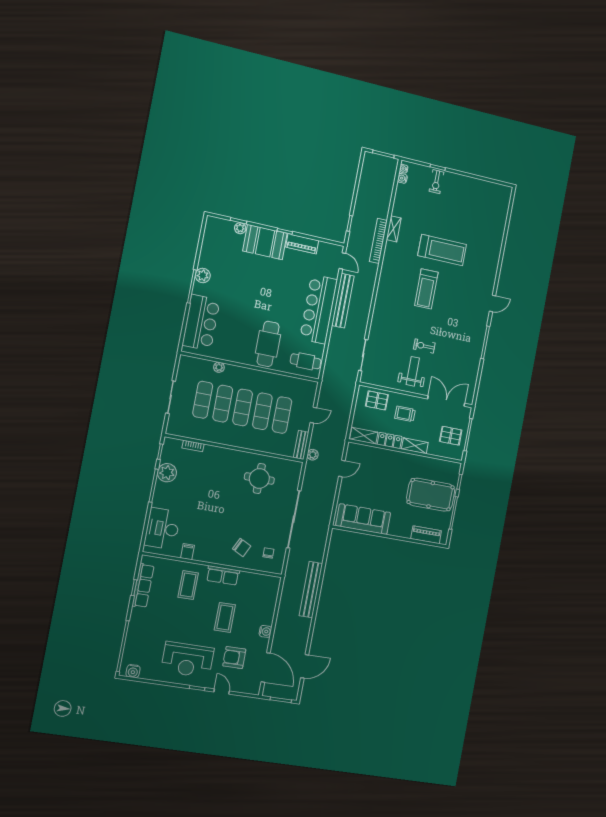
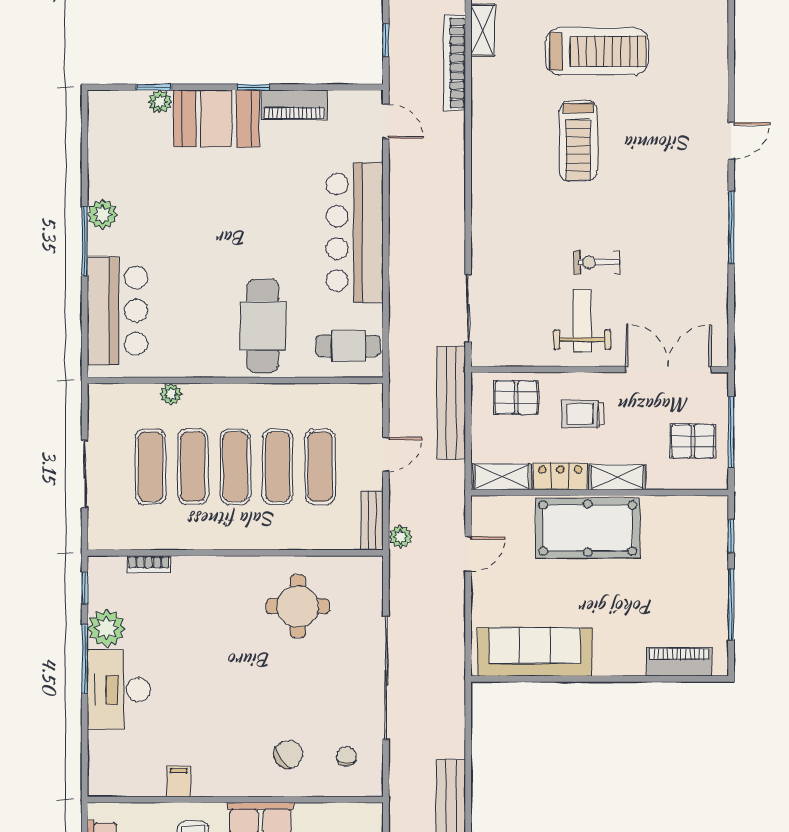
bench: (343, 301) -> (451, 403), moved
pool table: (431, 495) -> (588, 528), moved
desk: (162, 529) -> (119, 690), moved
chair: (242, 547) -> (288, 754), turned -63

